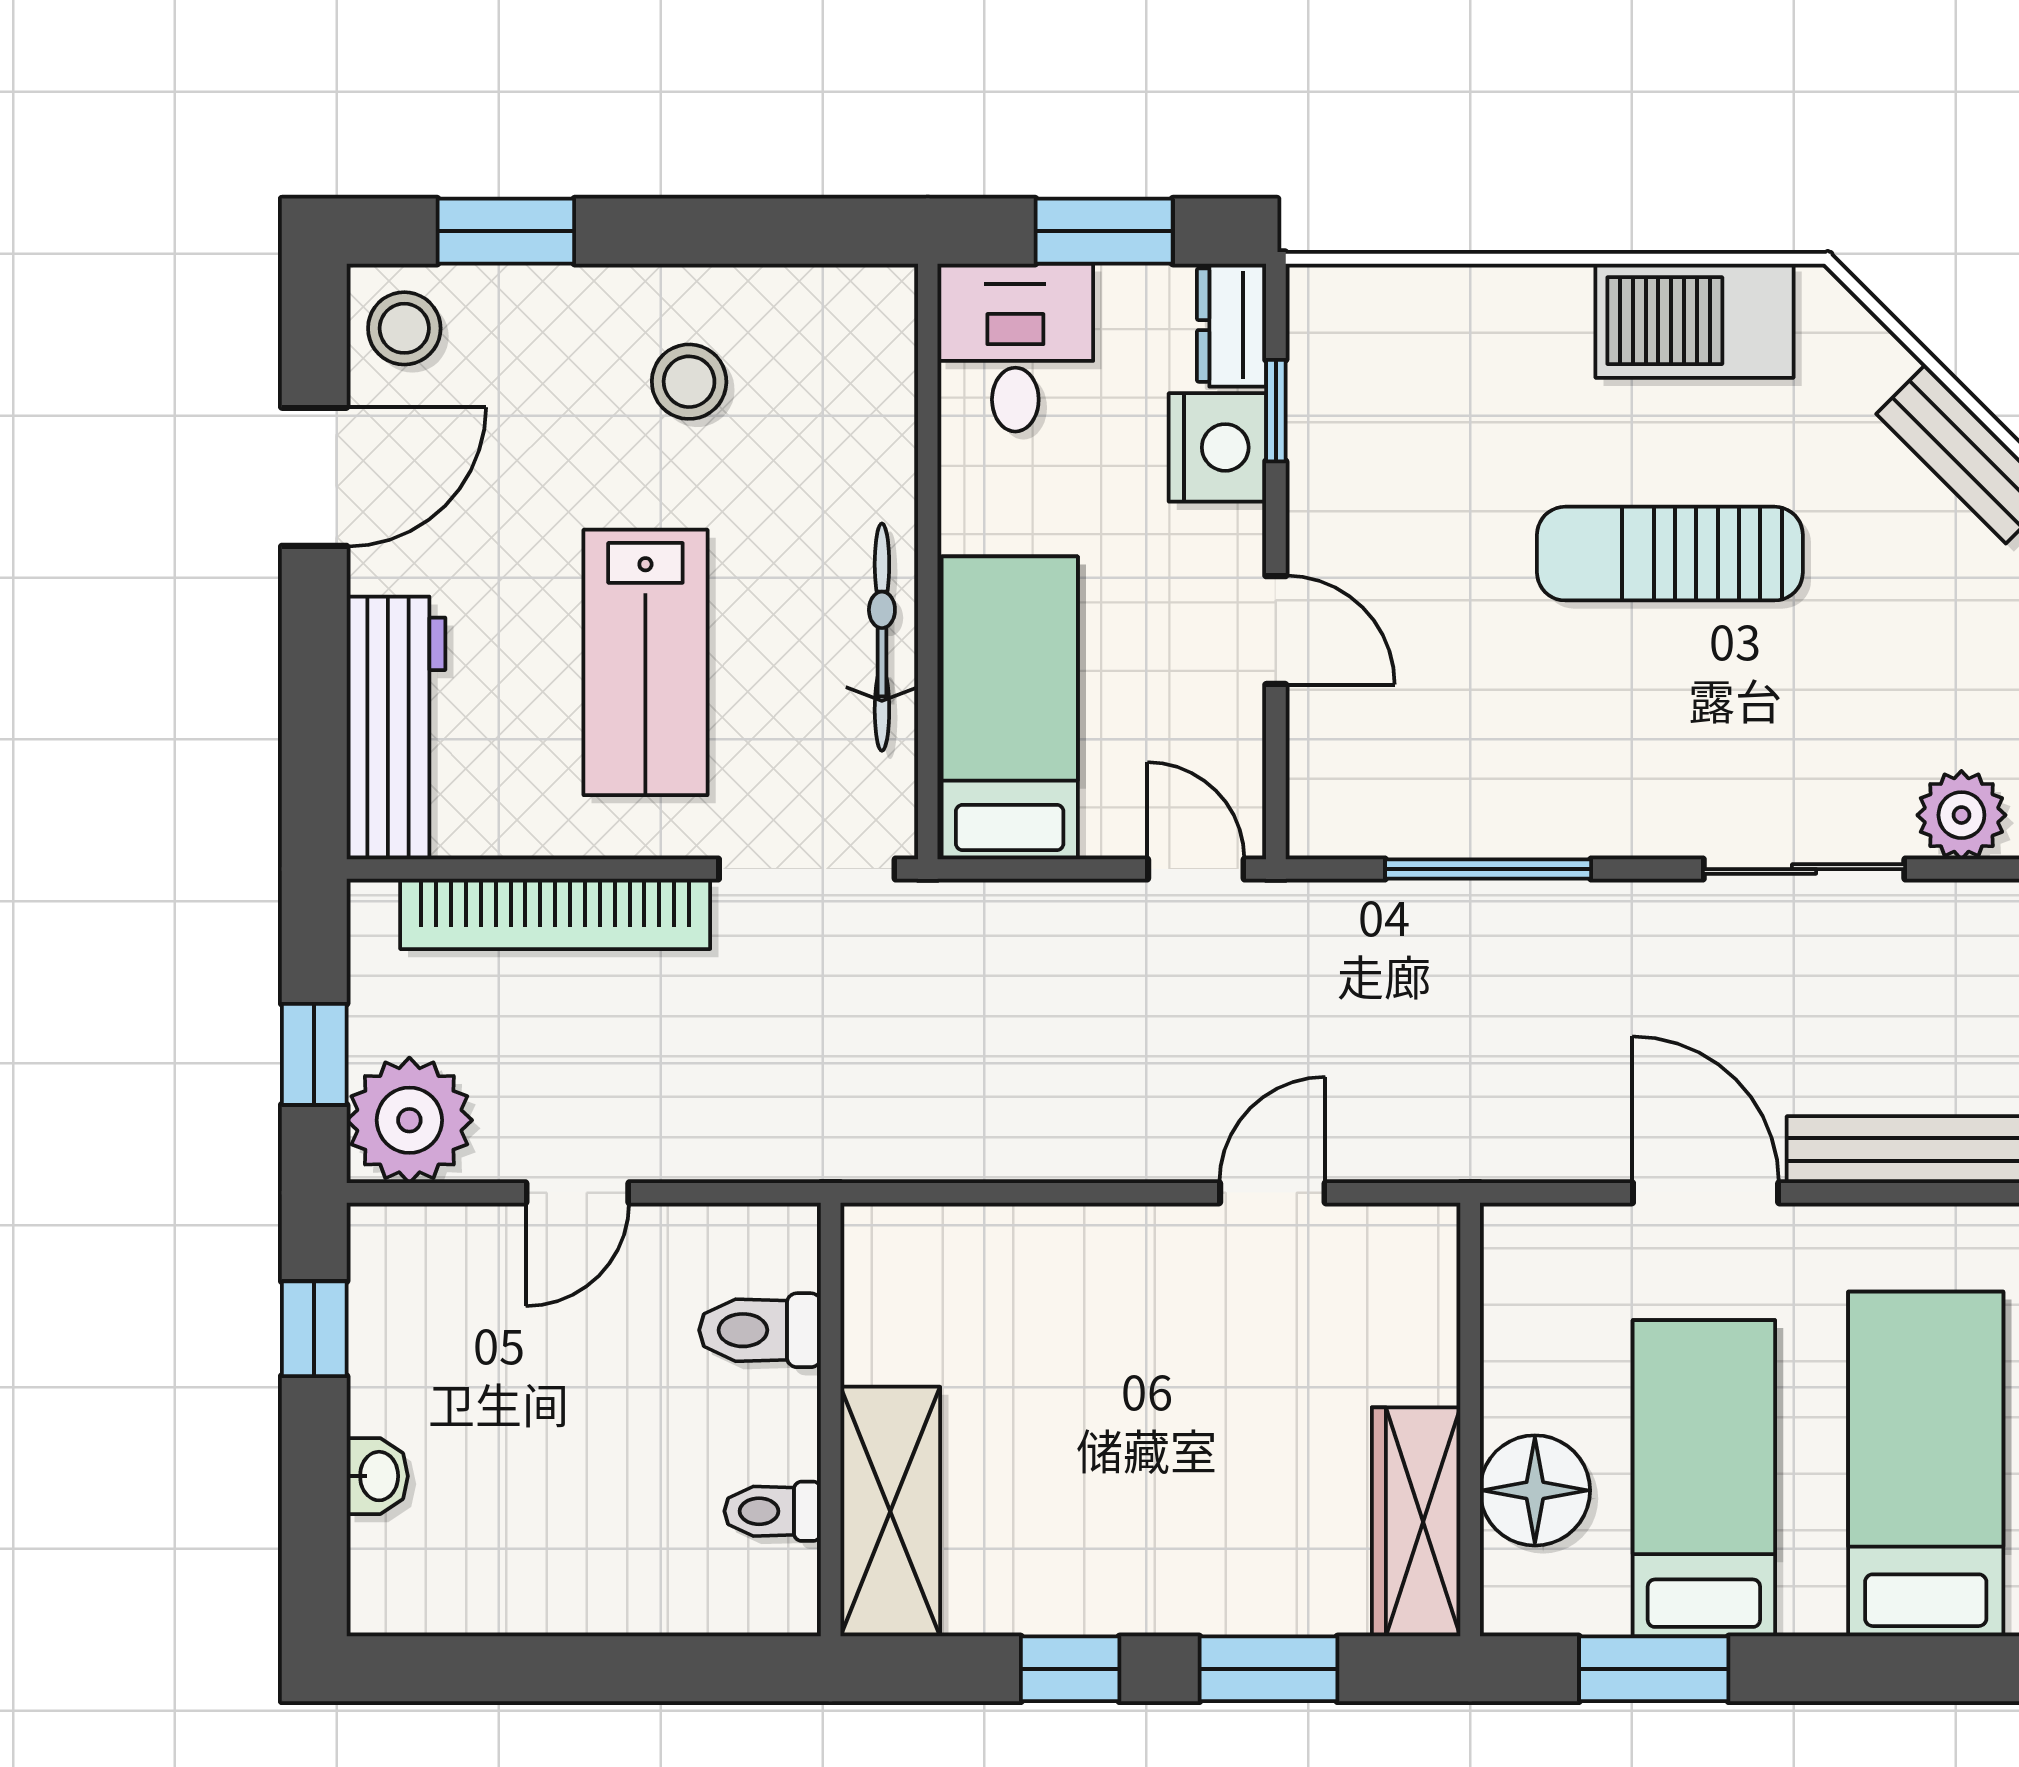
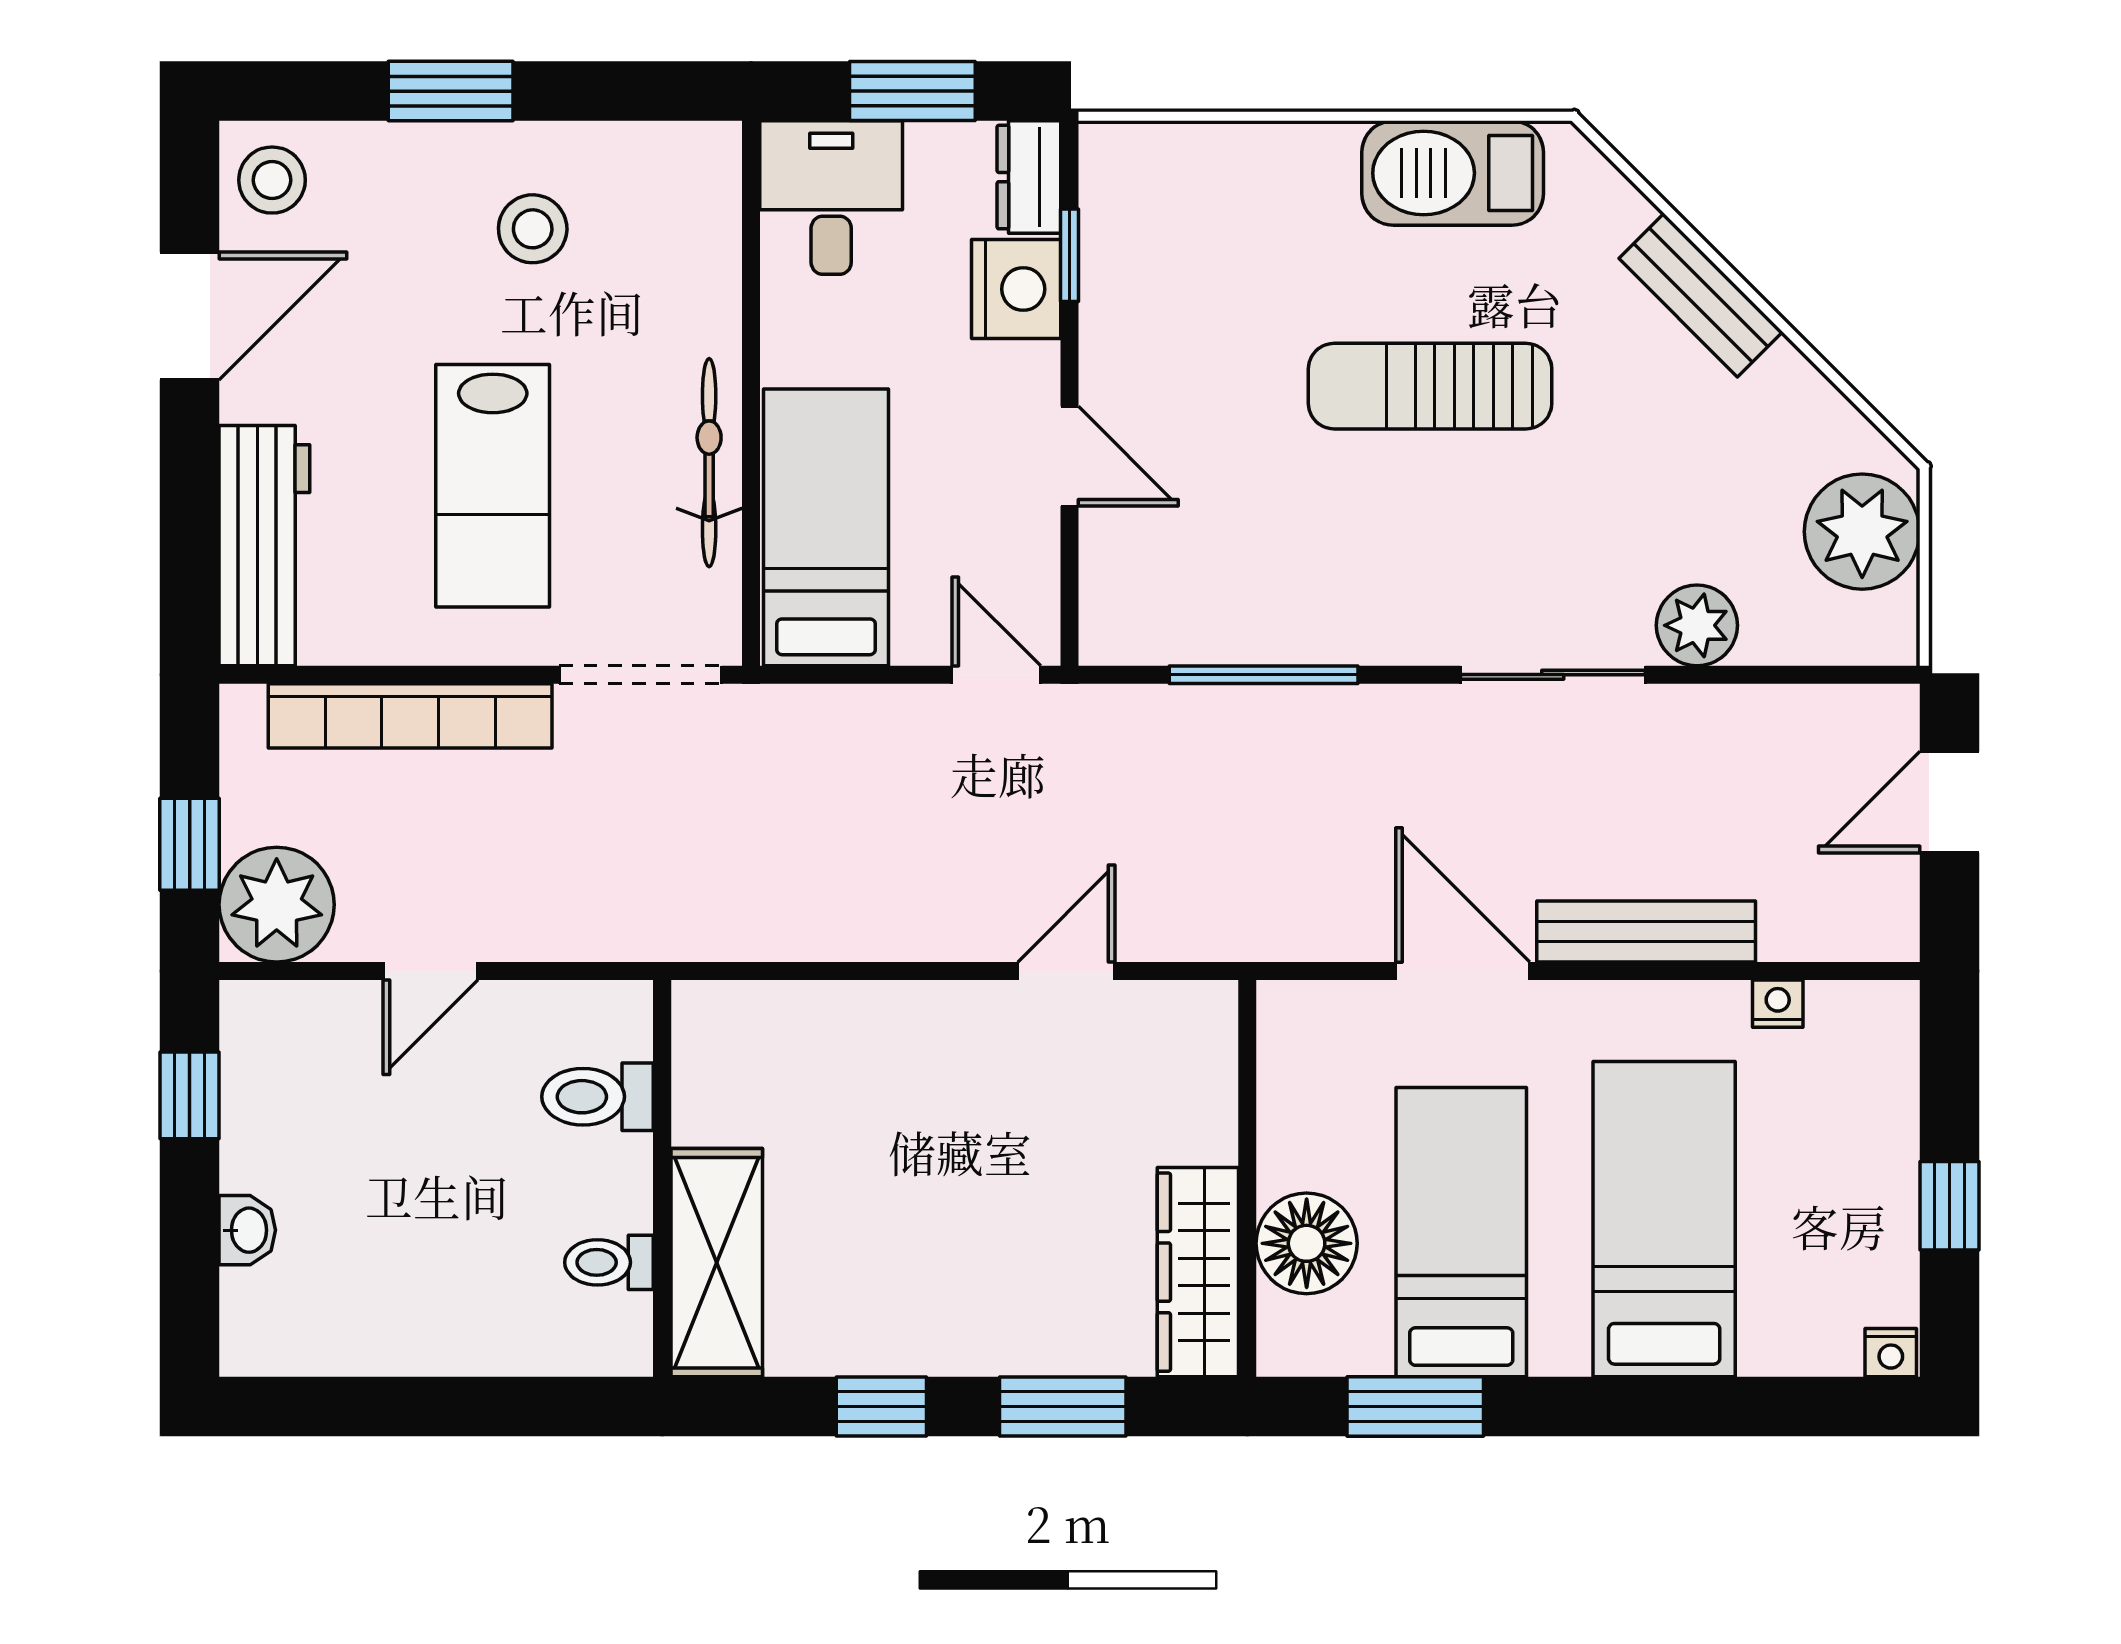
window: (506, 231) -> (451, 91), moved

